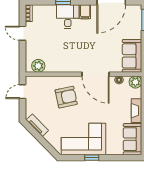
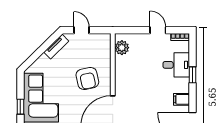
desk: (68, 17) -> (176, 65), moved
door: (22, 33) -> (158, 30), hinge flipped
door: (22, 92) -> (81, 30), moved

